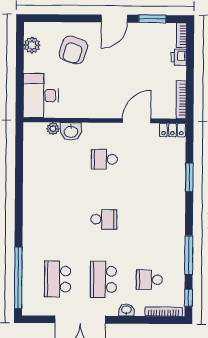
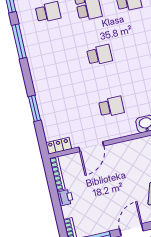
printer: (179, 57) -> (65, 198), moved
school desk: (104, 219) -> (100, 55), turned 180

